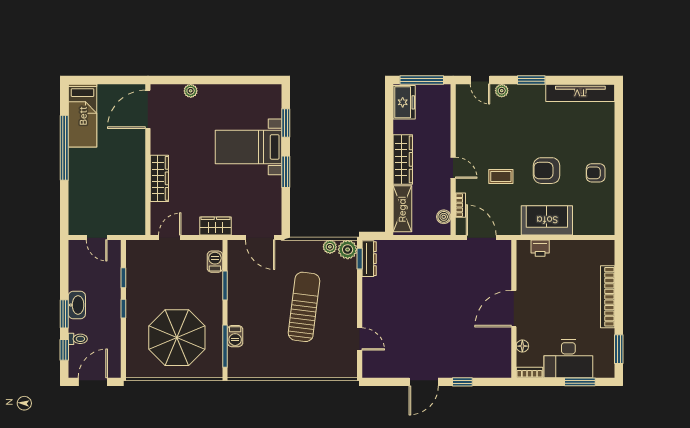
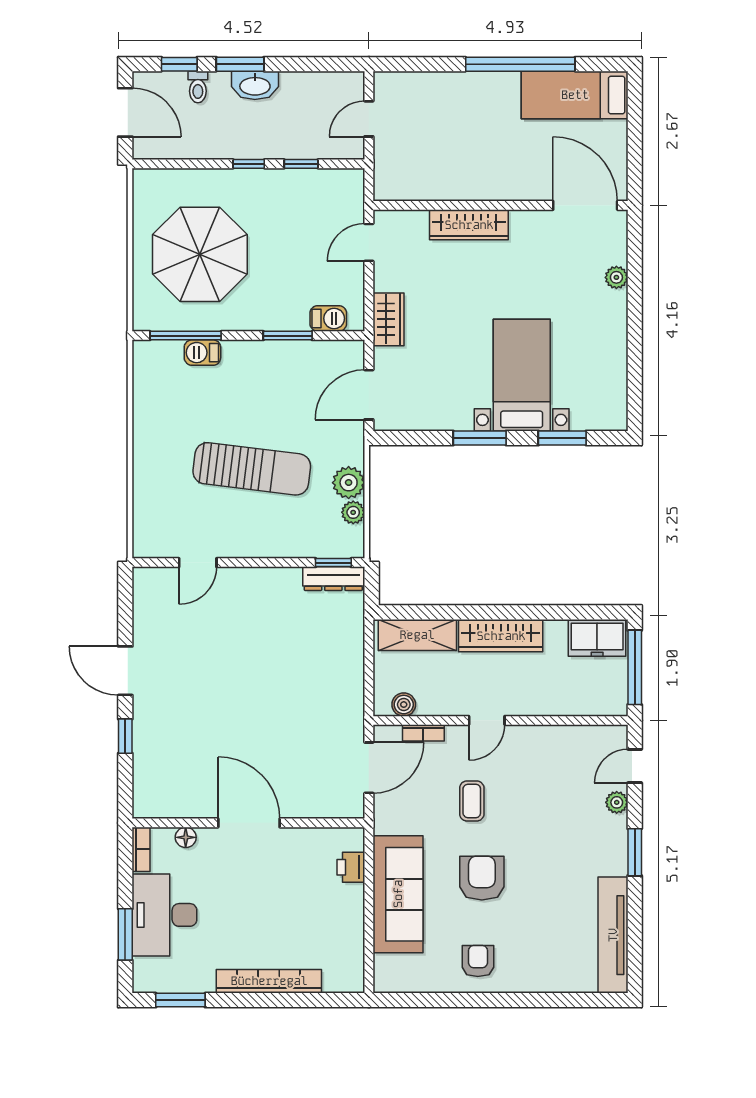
sofa: (547, 220) -> (398, 894), width x1.36
door: (170, 238) -> (369, 242), swing flipped
plant: (348, 250) -> (349, 483), moved

